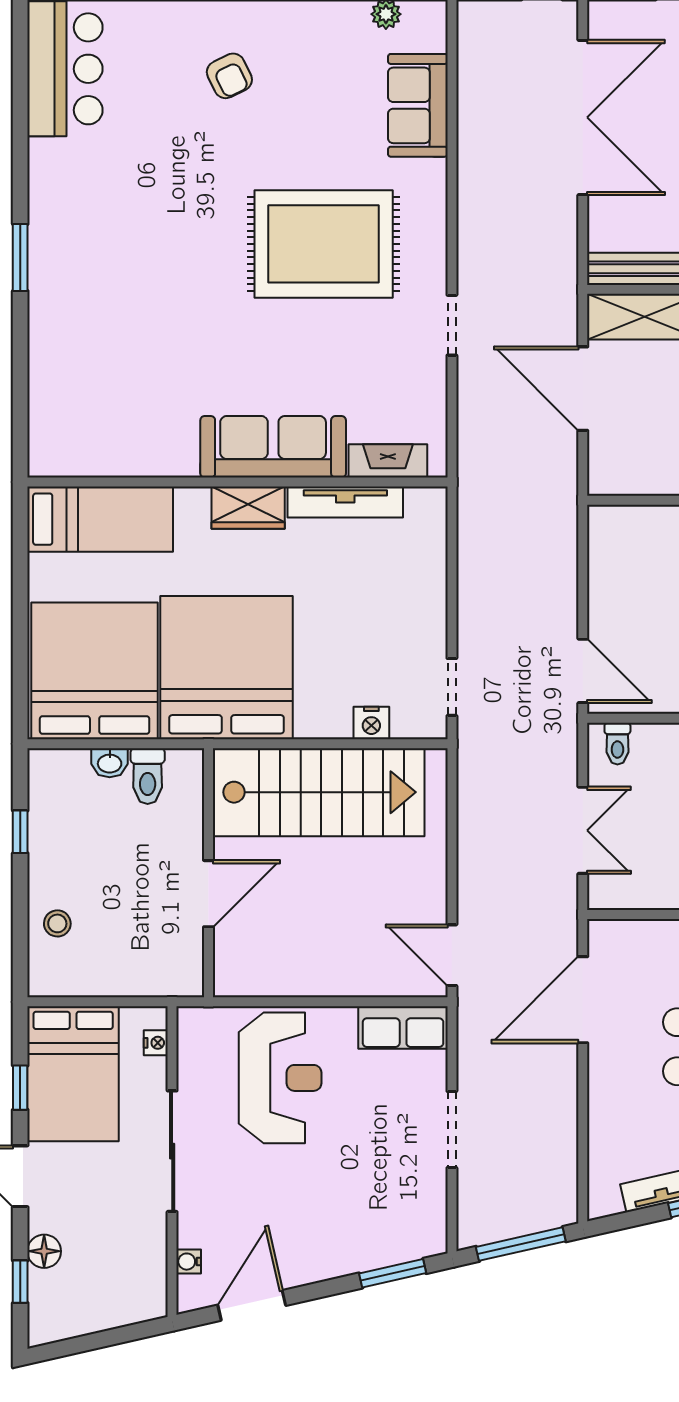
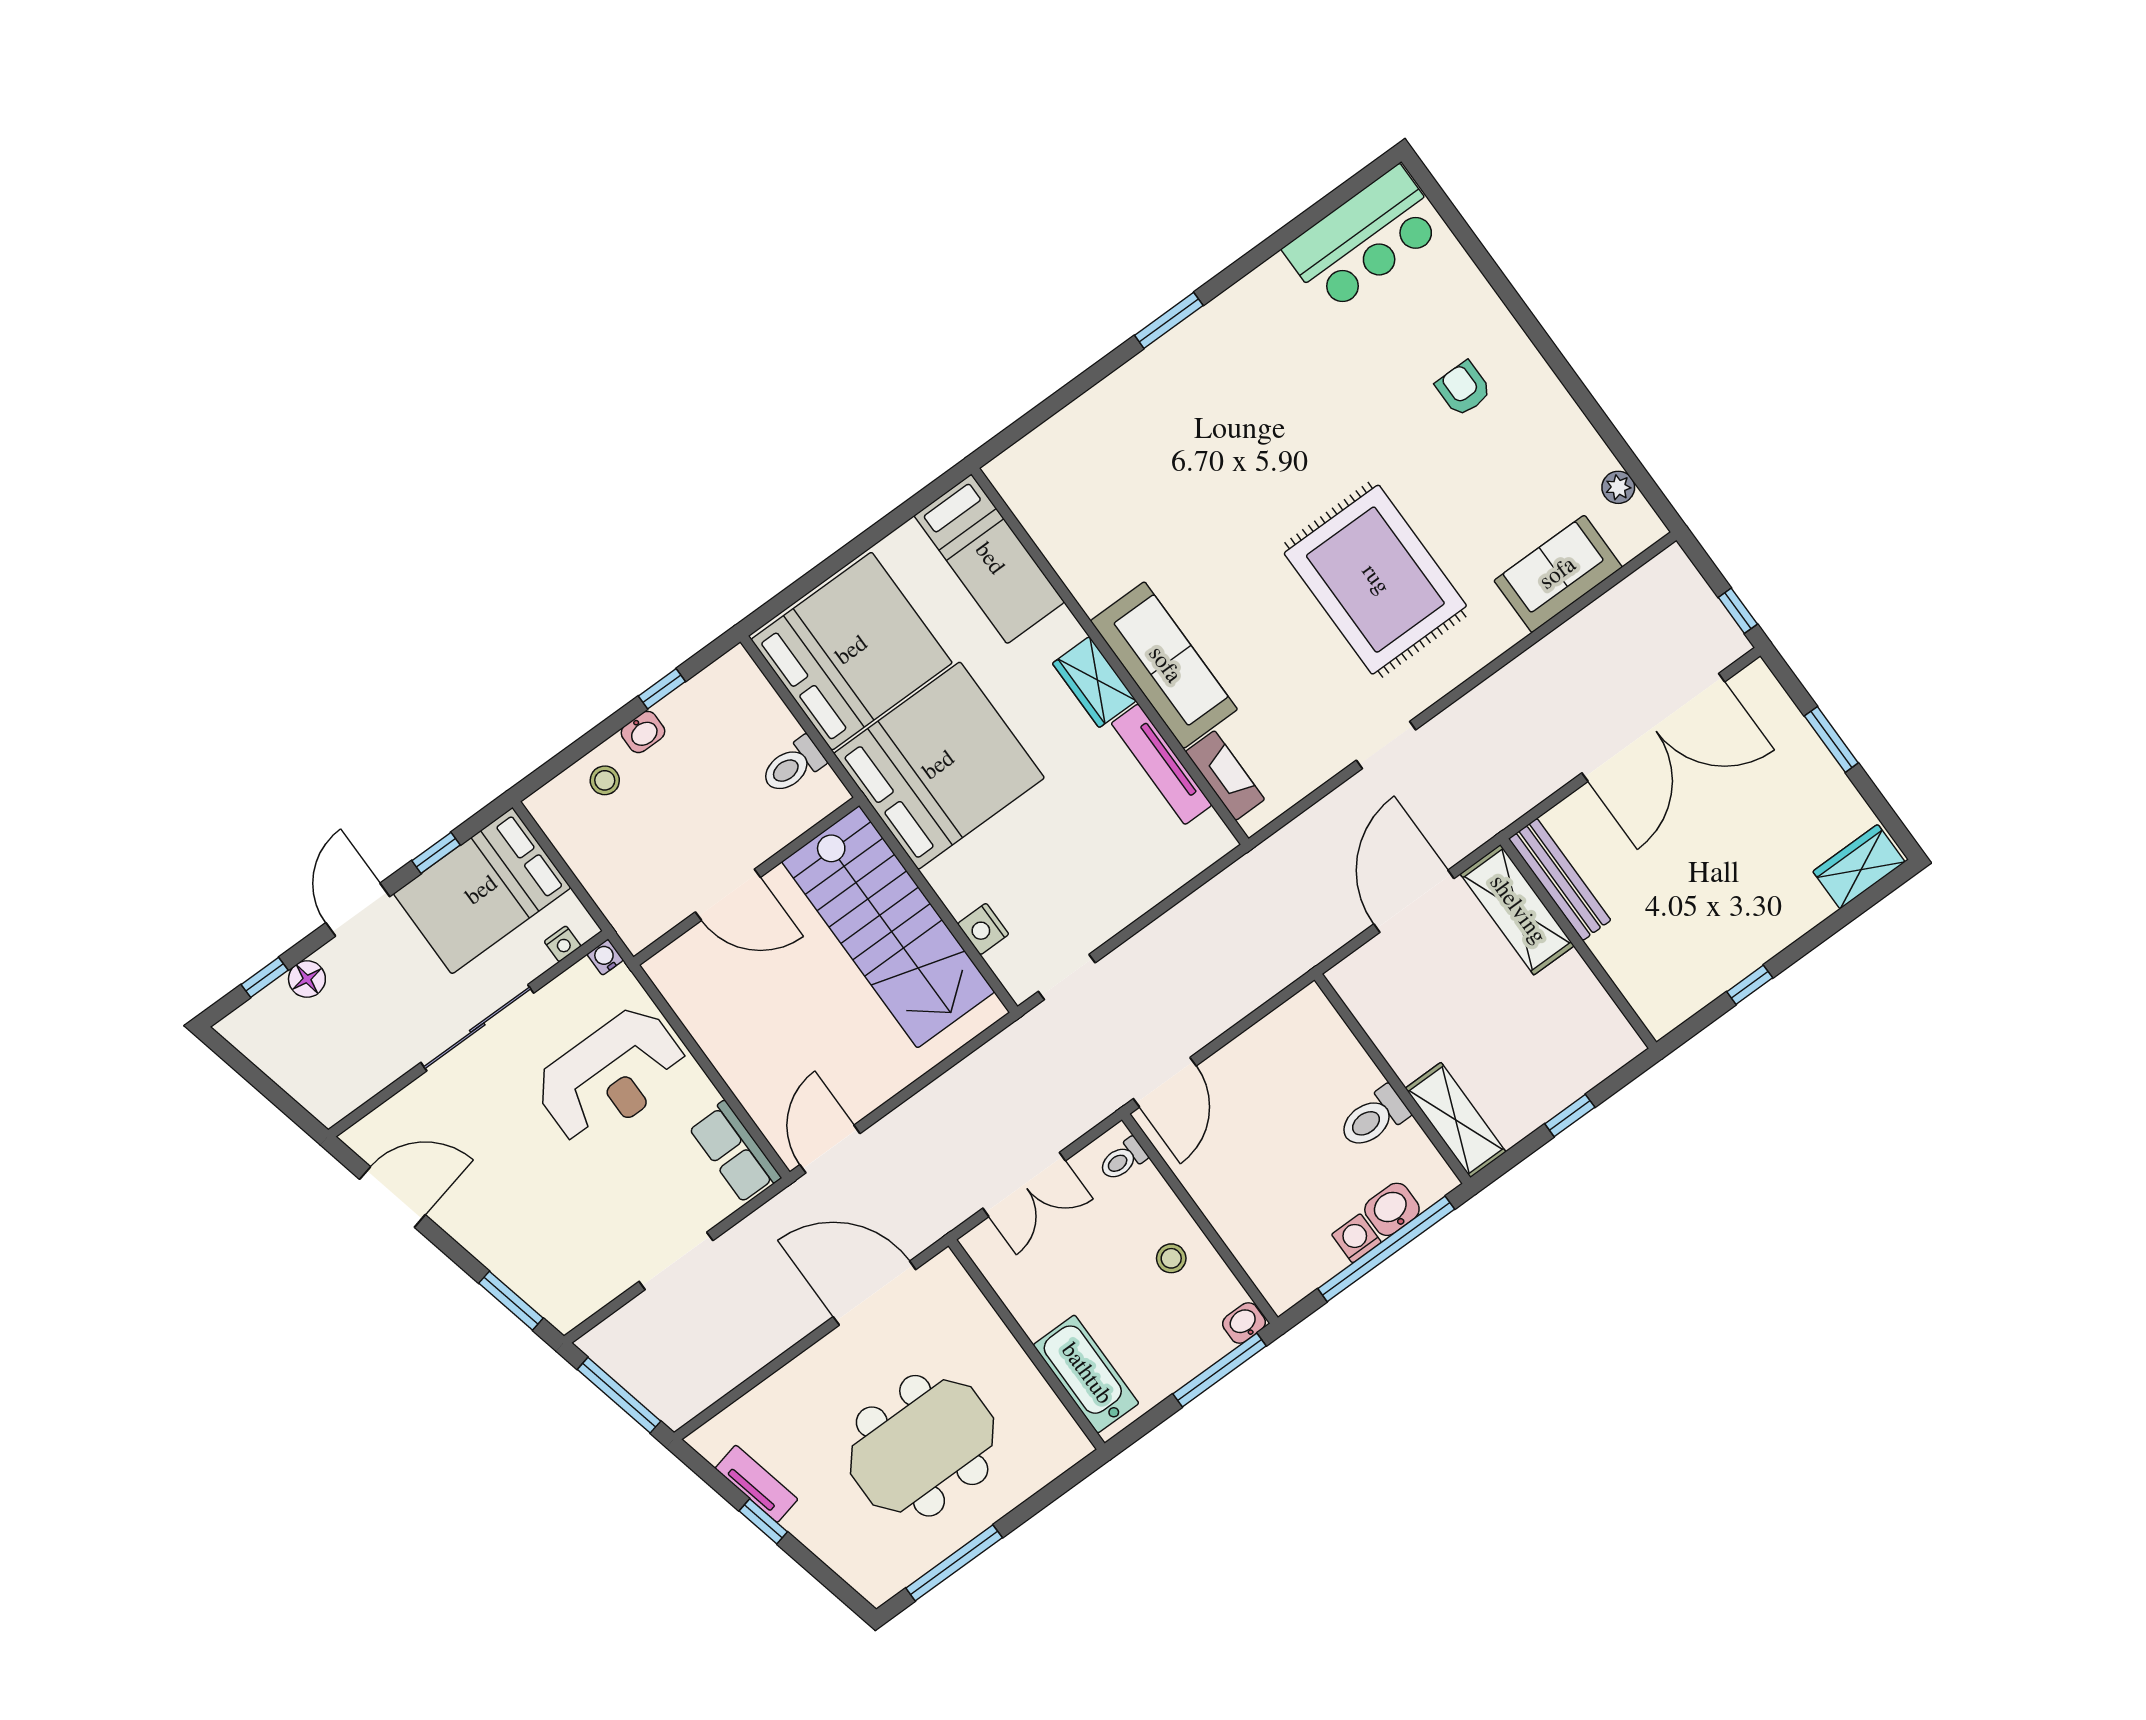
armchair: (229, 76) -> (1463, 389), turned 116
washbasin: (110, 763) -> (643, 732), moved, turned -90
water cooler: (189, 1262) -> (605, 957), moved

